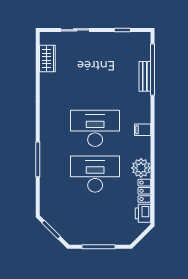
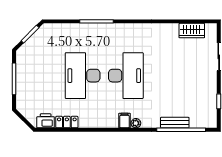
plant: (141, 168) -> (136, 123), moved, width x0.53, depth x0.53
desk: (95, 174) -> (83, 76), turned 180

